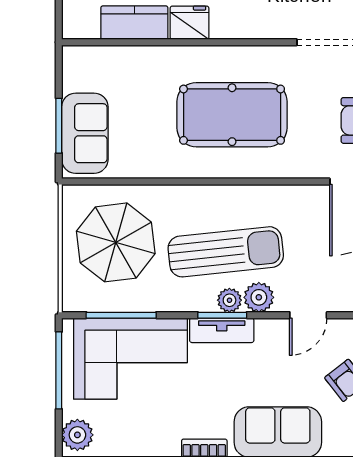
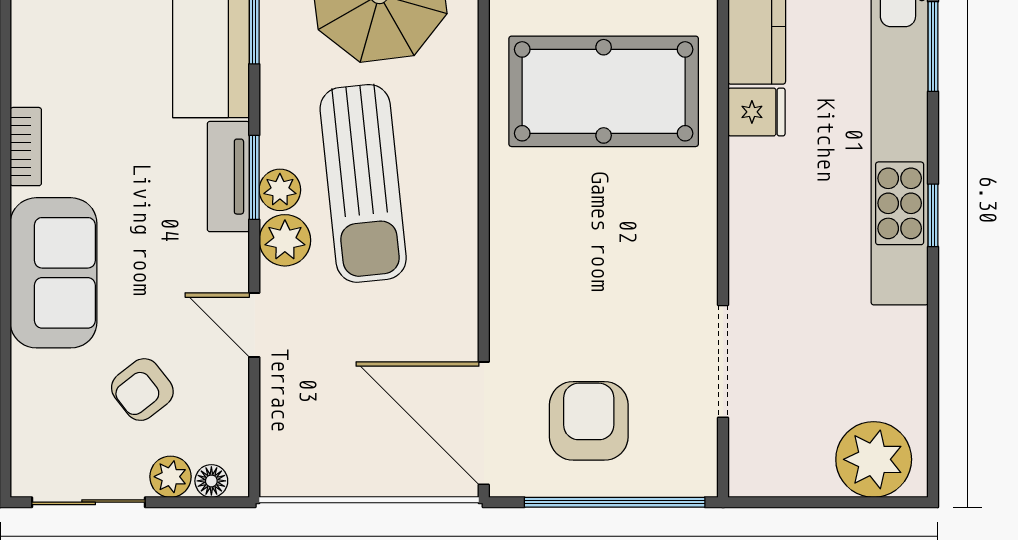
fridge: (190, 23) -> (757, 112), width x0.72
pool table: (232, 115) -> (604, 91), moved, turned 90

